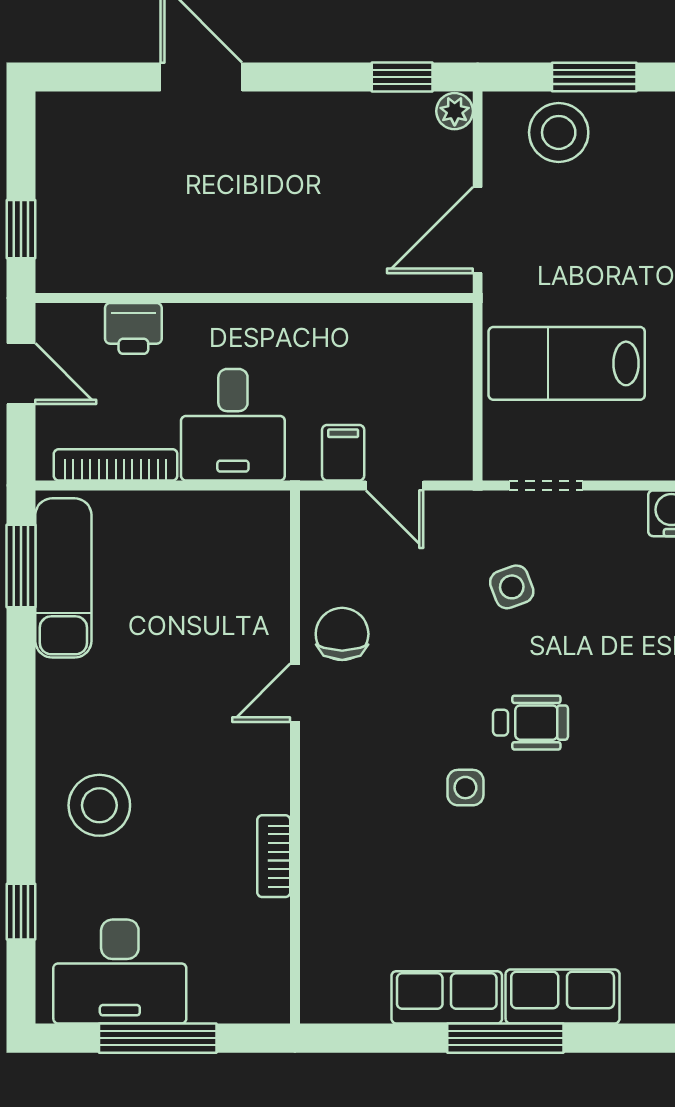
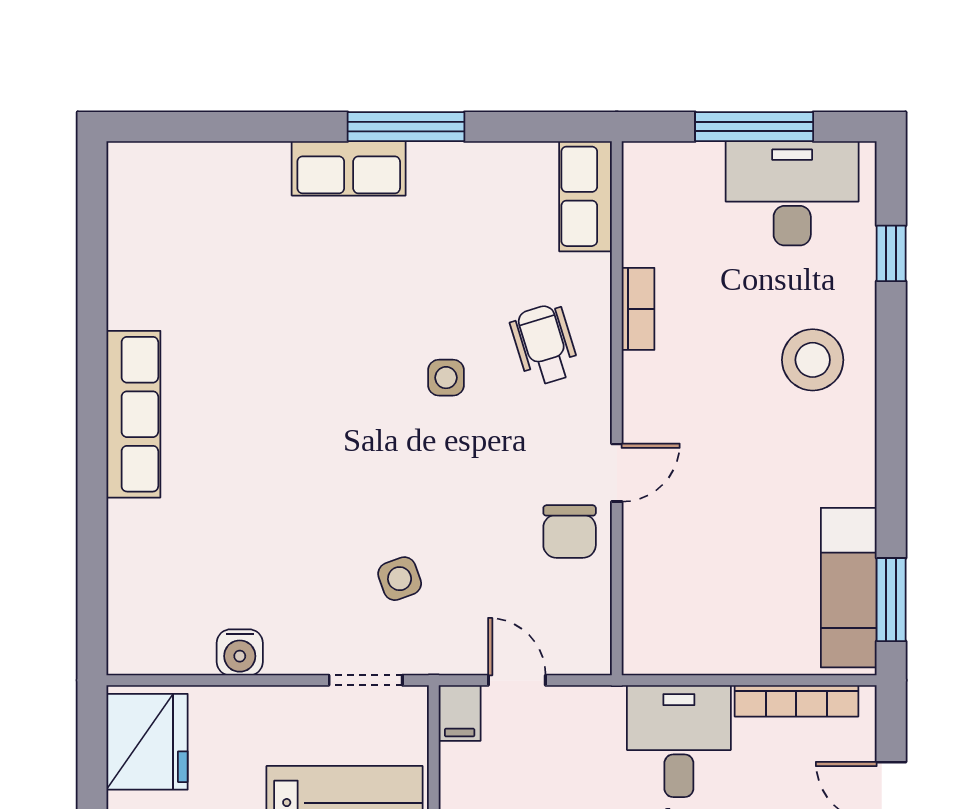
filing cabinet: (343, 453) -> (460, 713), moved
wheelchair: (530, 723) -> (544, 345), moved, turned 73
row of seats: (447, 997) -> (586, 196), moved, turned 90

